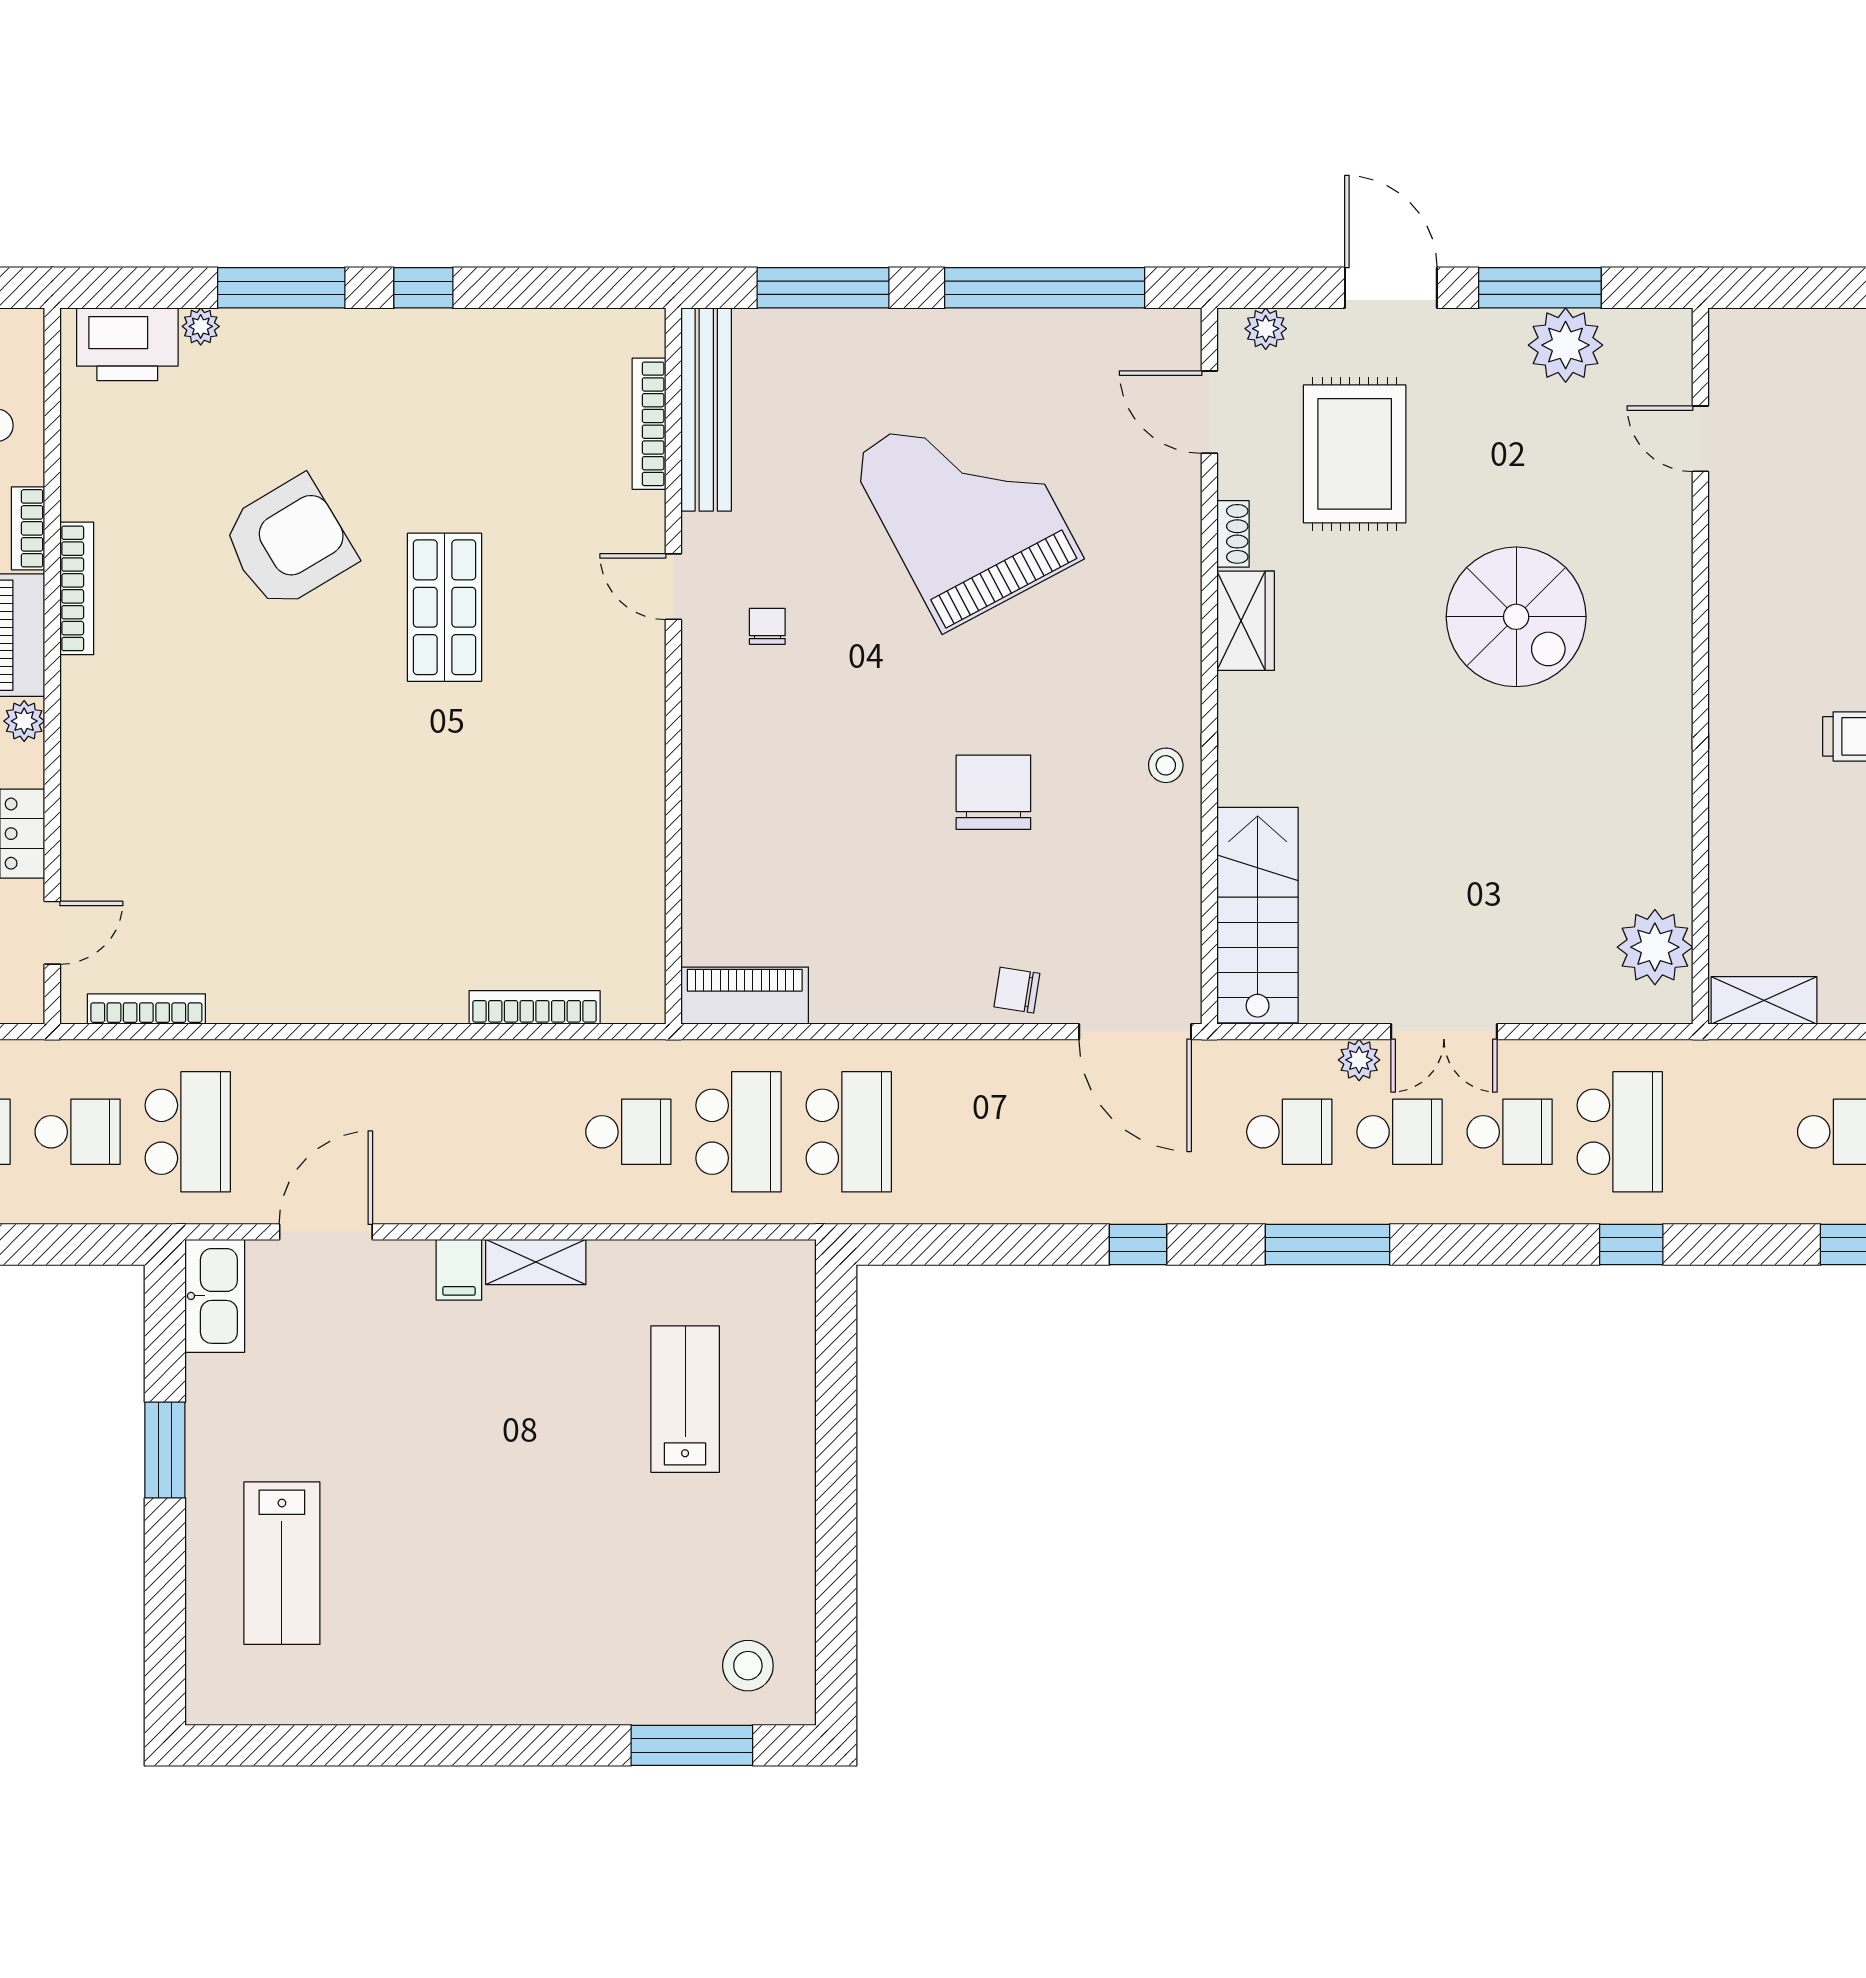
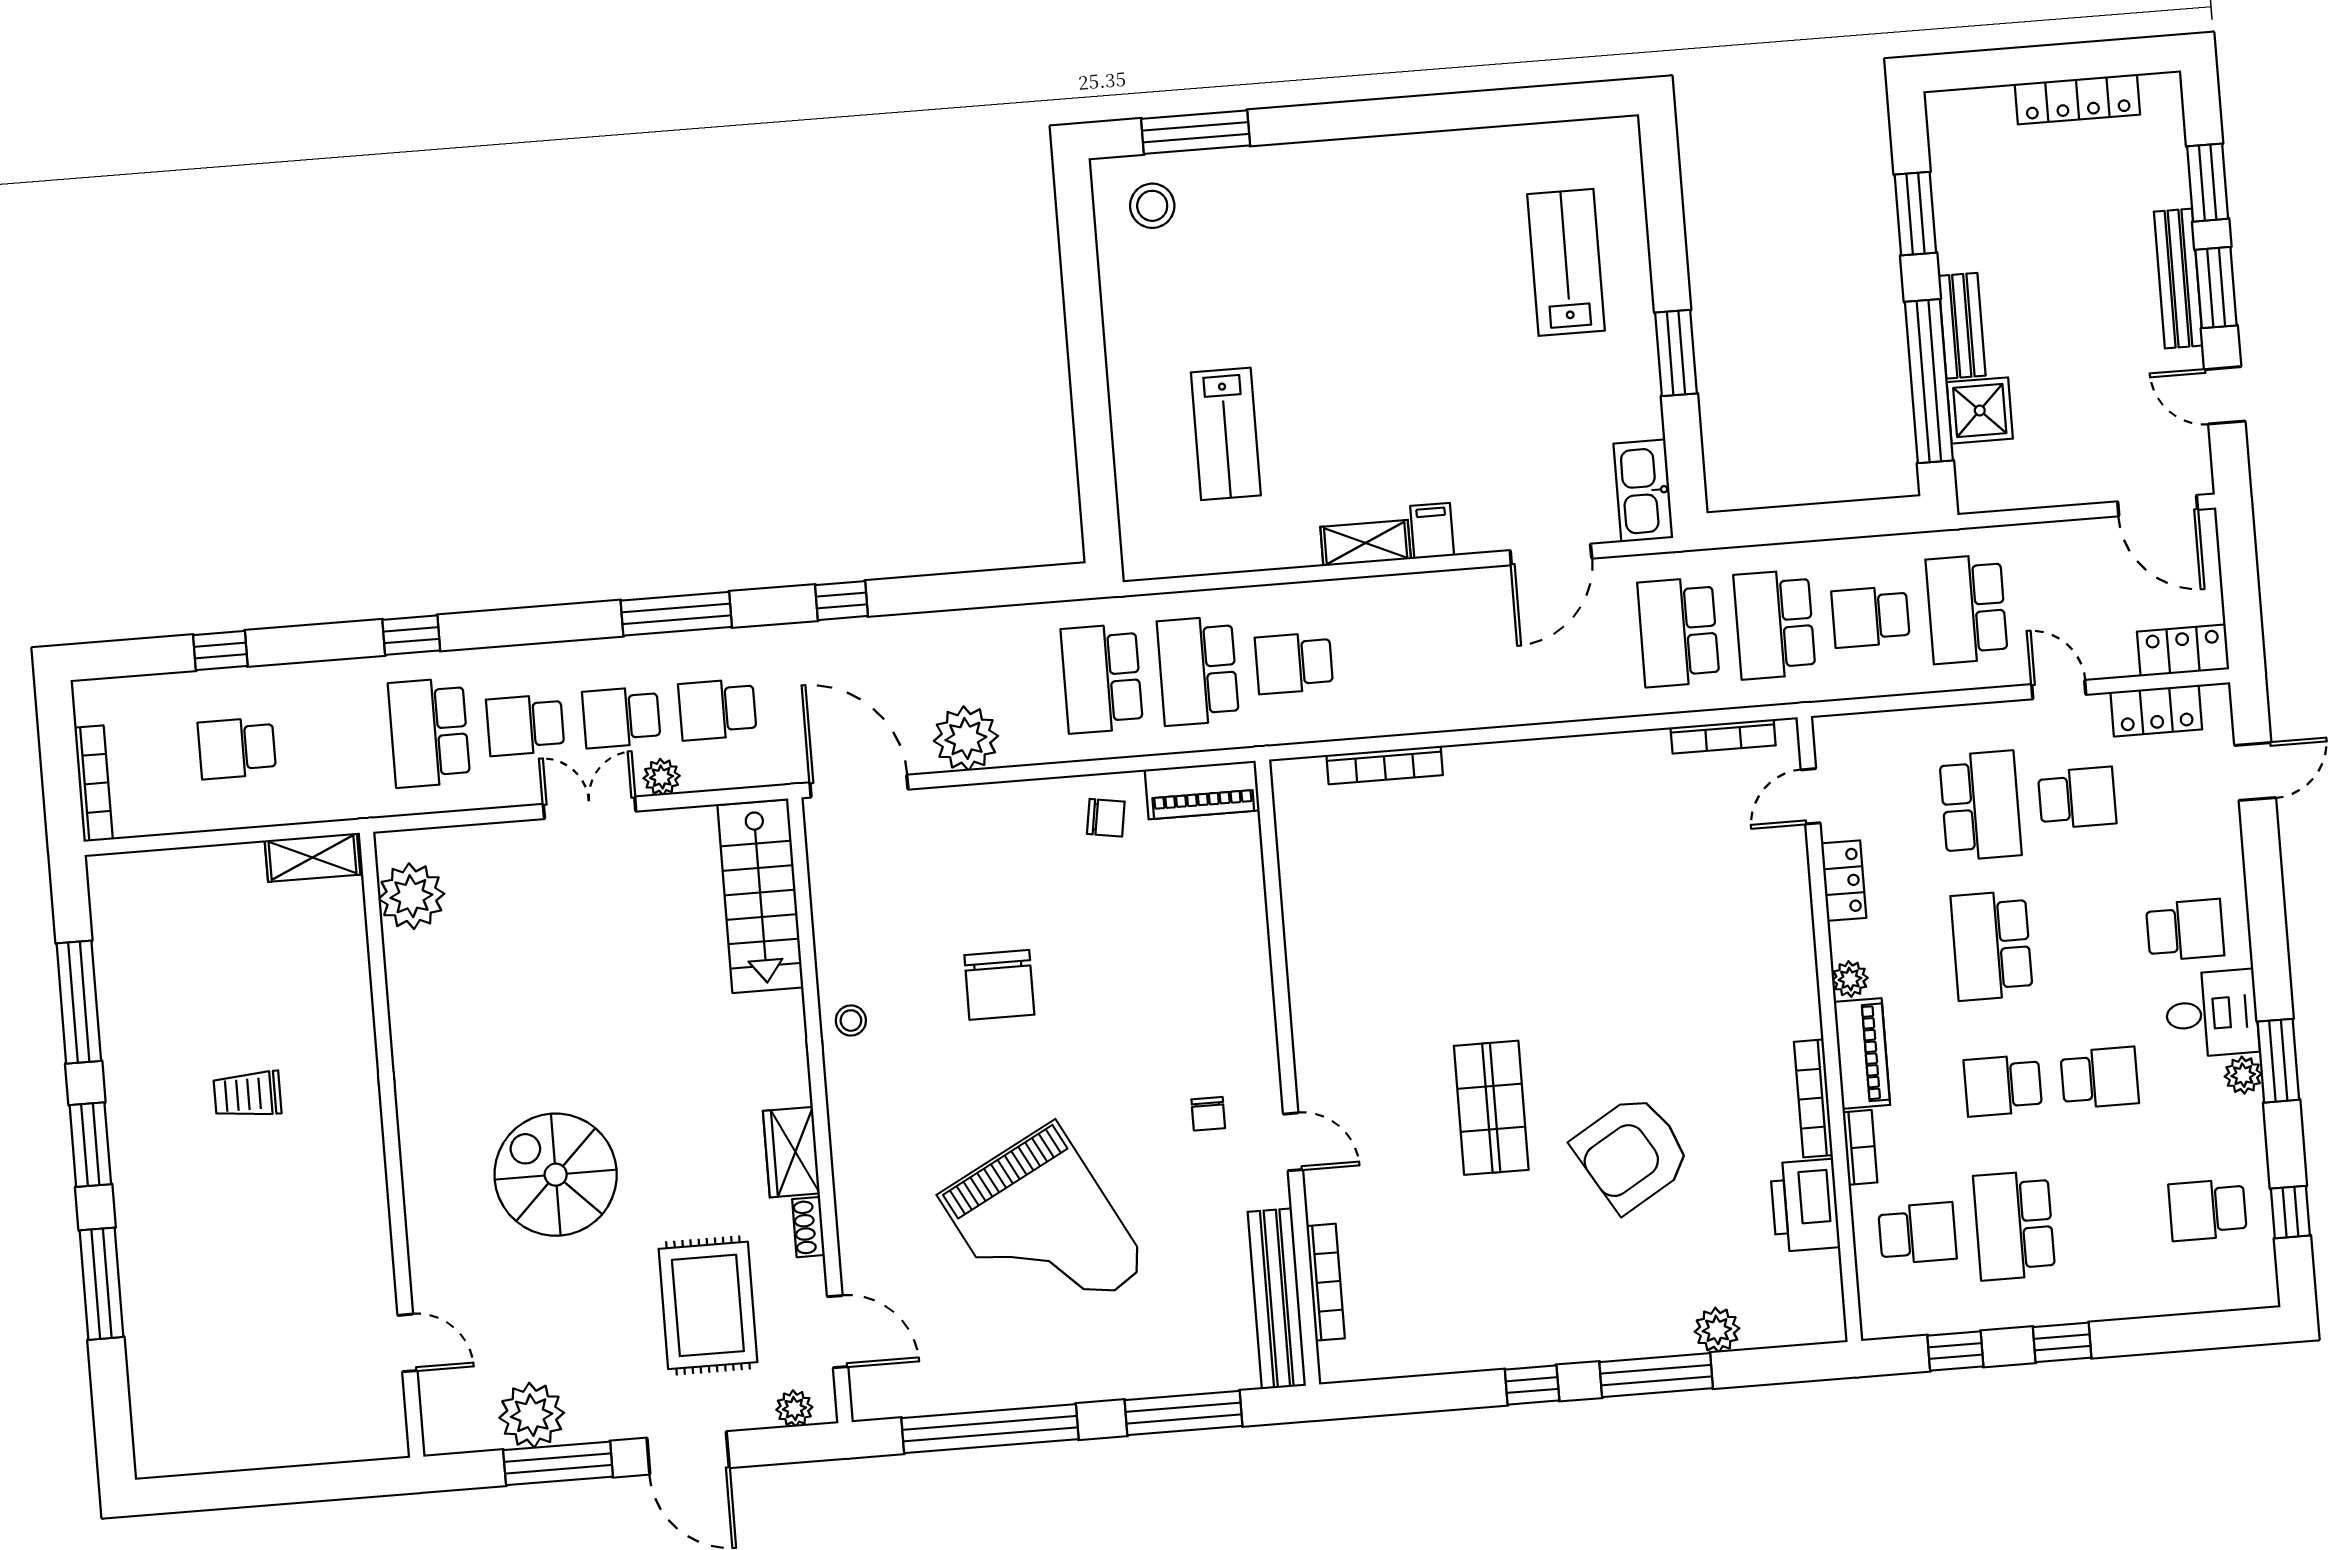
plant: (201, 326) -> (1717, 1330), width x1.38, depth x1.38
printer: (127, 344) -> (1805, 1205), moved, turned -90
chair: (1017, 990) -> (1106, 818), moved
plant: (1009, 1076) -> (966, 738), added
school desk: (78, 1132) -> (1774, 624), width x1.85

